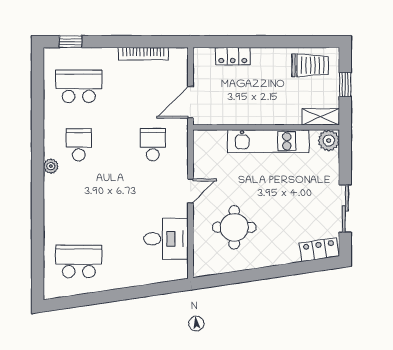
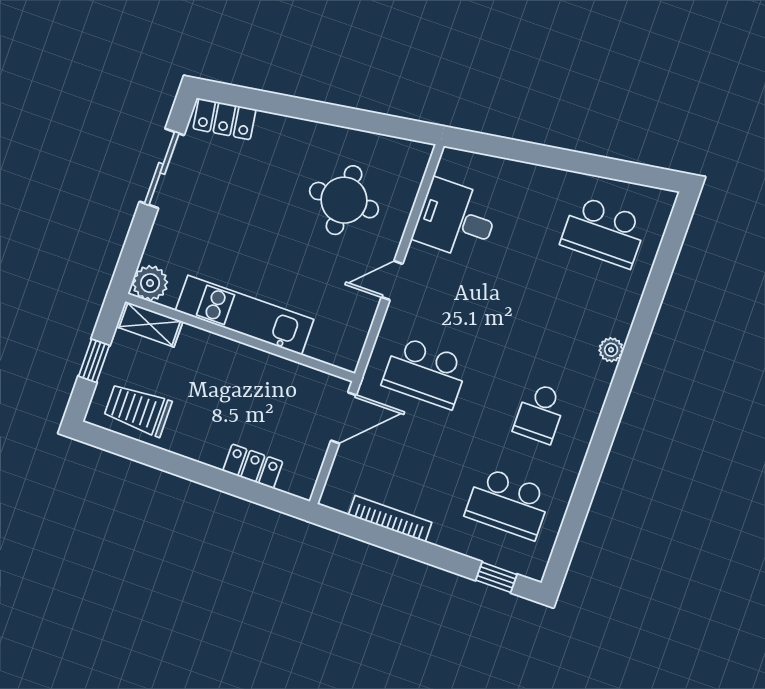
school desk: (153, 145) -> (425, 373), width x1.85
plant: (51, 166) -> (611, 350), moved

